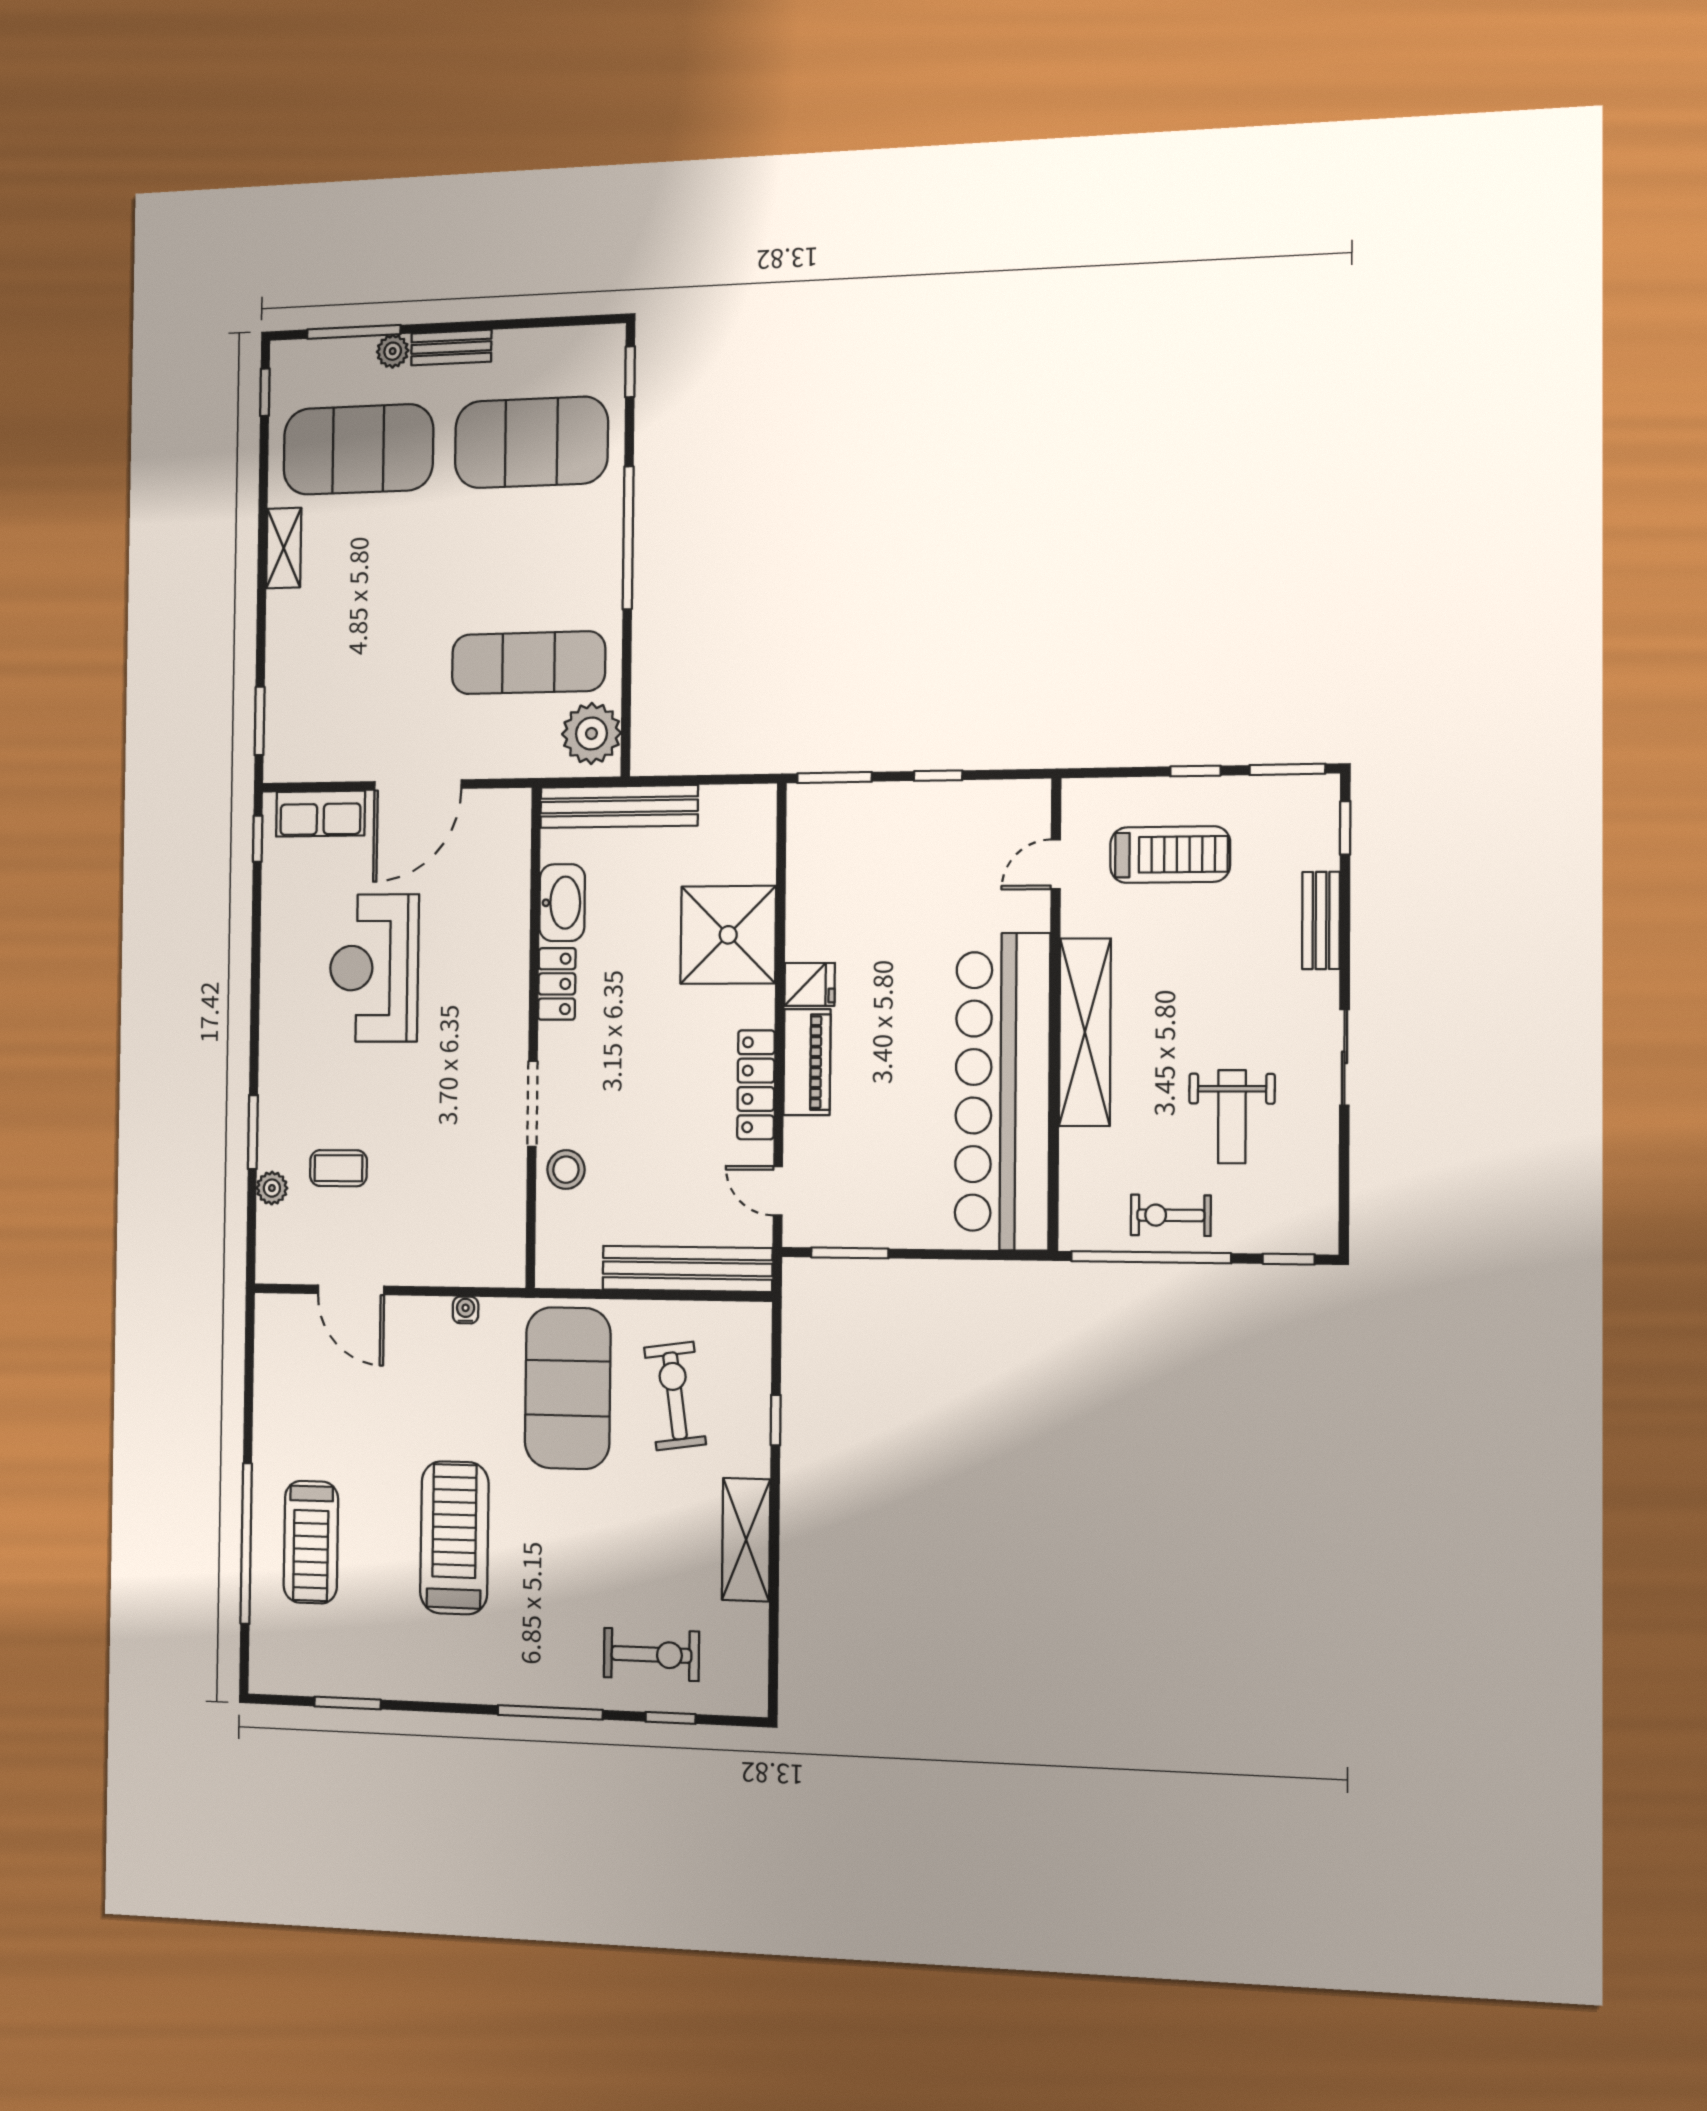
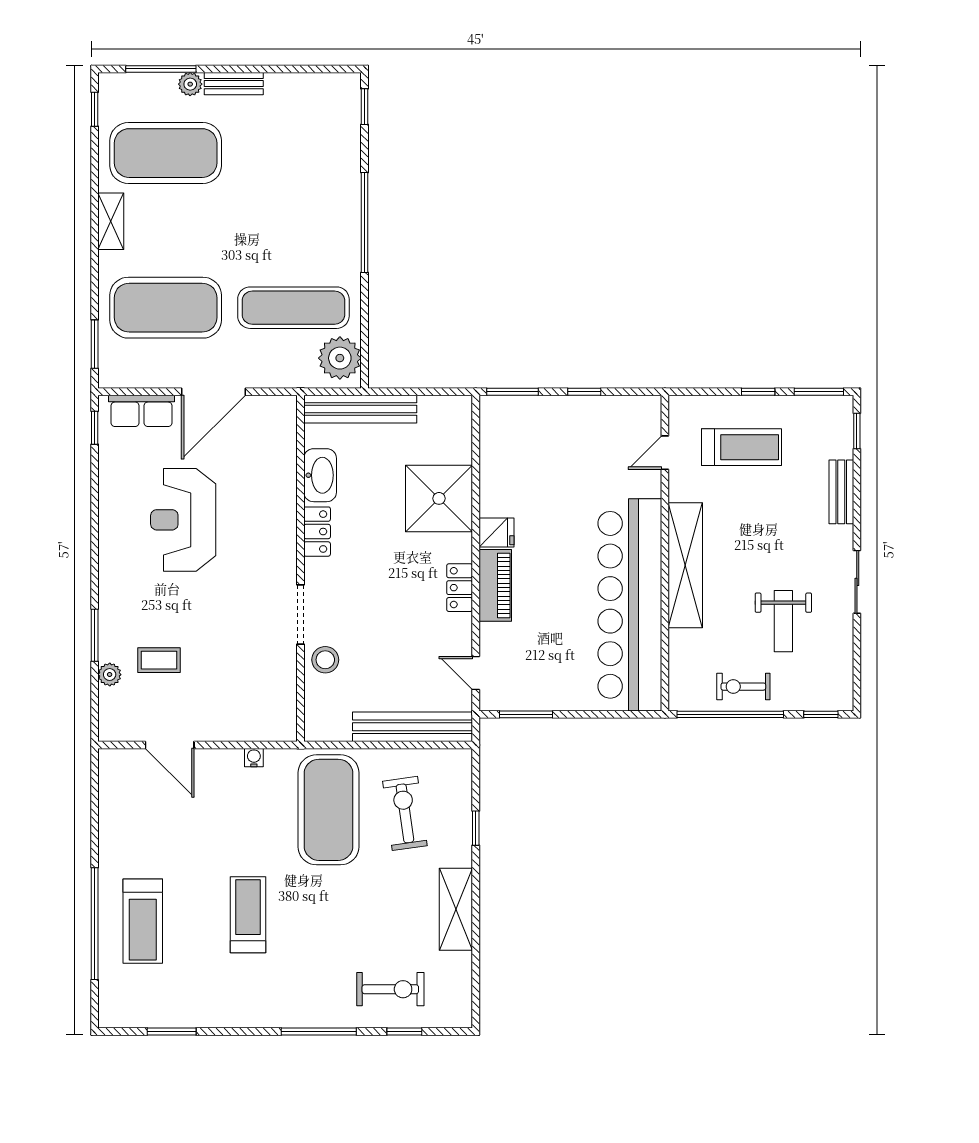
exercise mat: (531, 442) -> (166, 308), moved
locker: (756, 1085) -> (460, 588), width x0.66
treadmill: (454, 1538) -> (248, 915), width x0.73, depth x0.73

